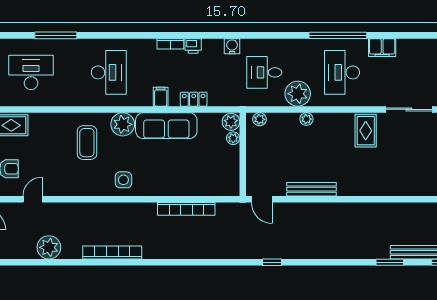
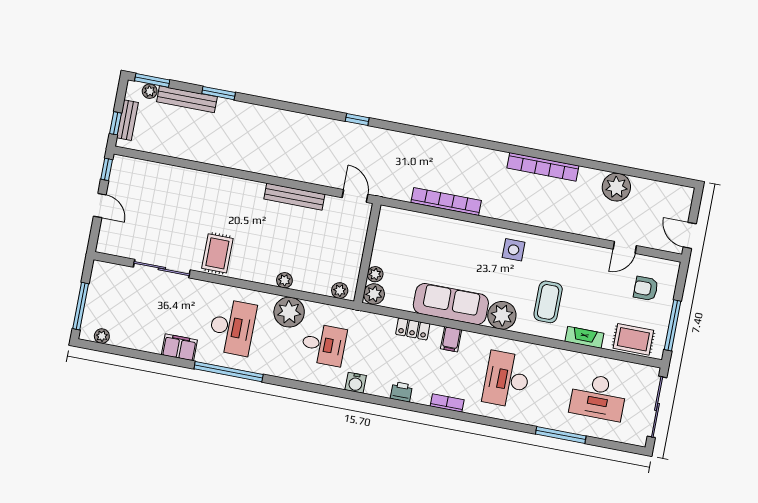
bookcase: (170, 44) -> (447, 403), moved
fireplace: (52, 119) -> (584, 337), added

